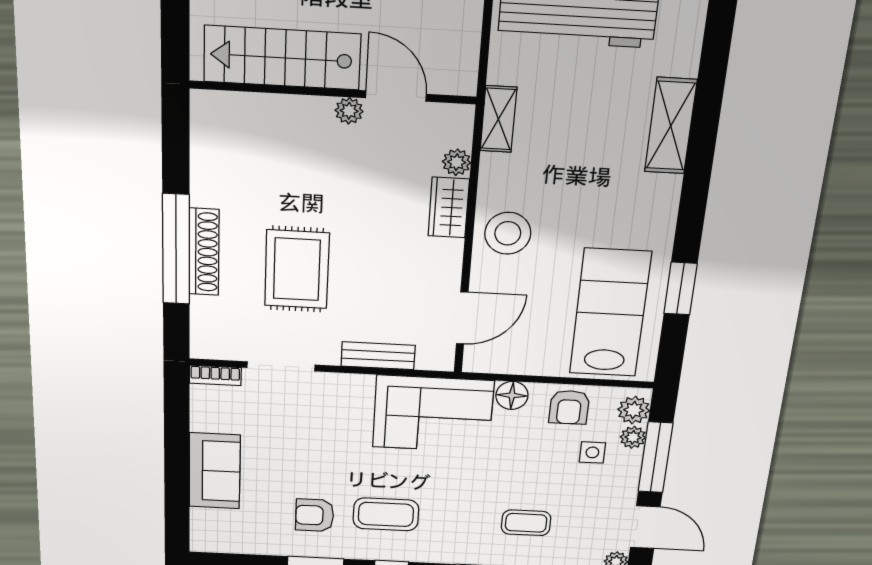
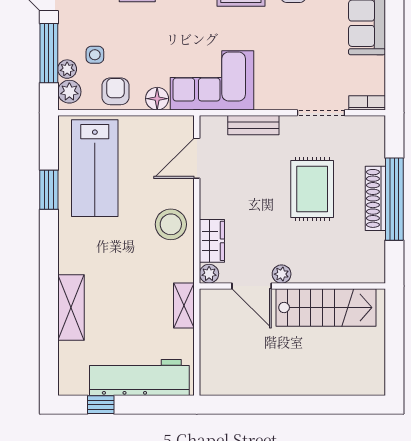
stairs: (282, 58) -> (326, 307), moved
wall: (333, 92) -> (292, 286), moved
door: (396, 96) -> (252, 286), moved
plant: (349, 111) -> (282, 274), moved

